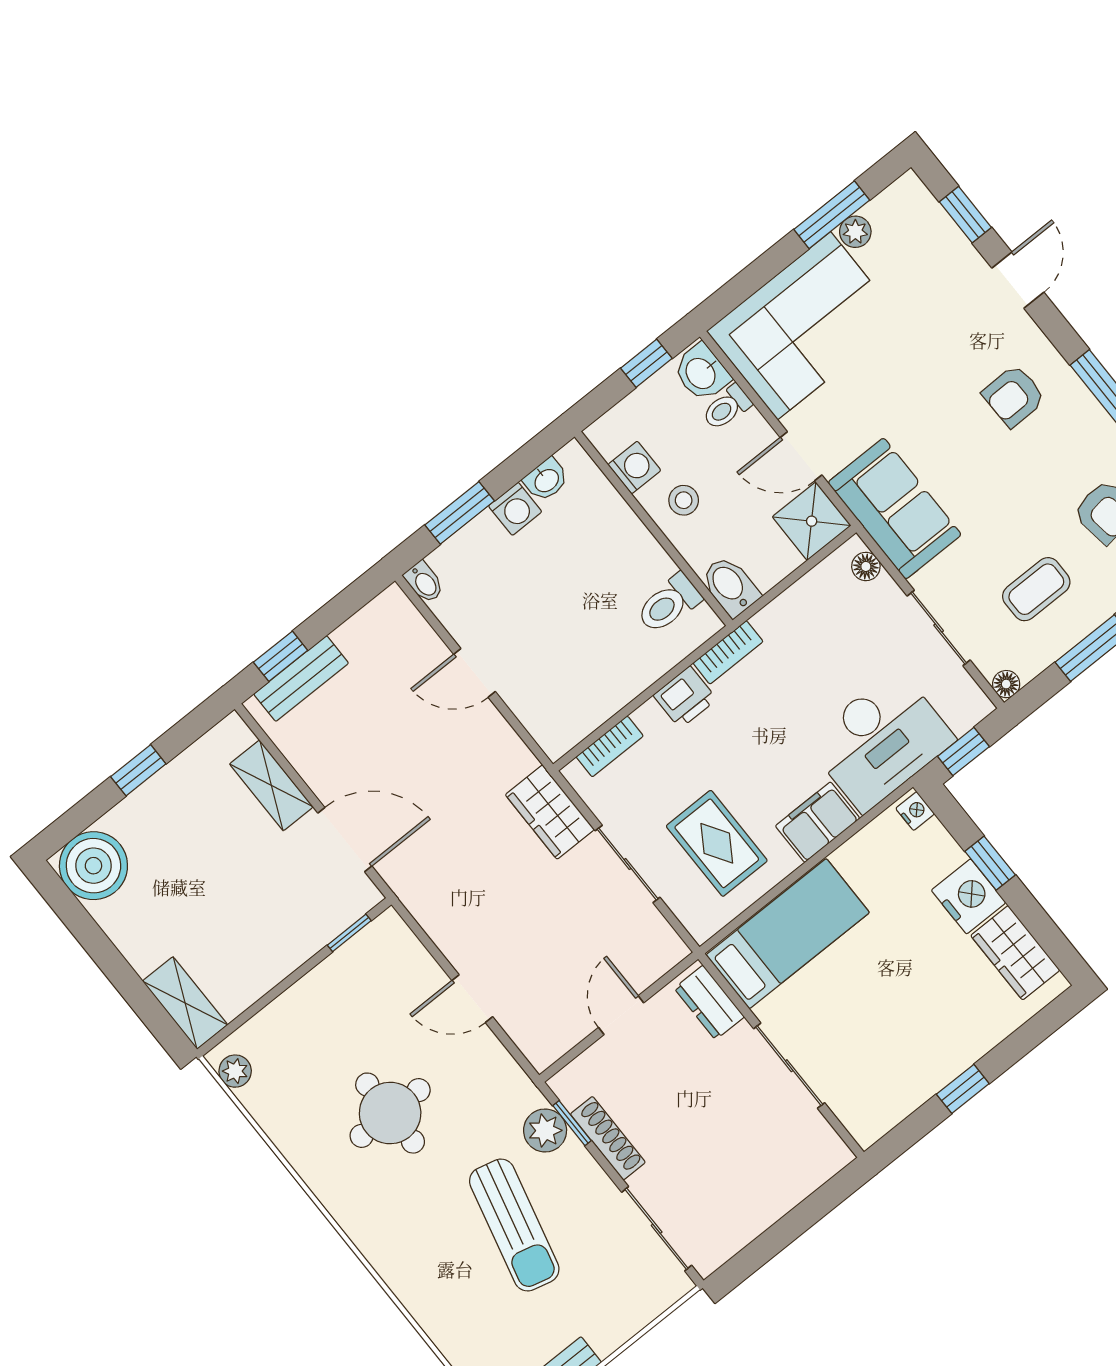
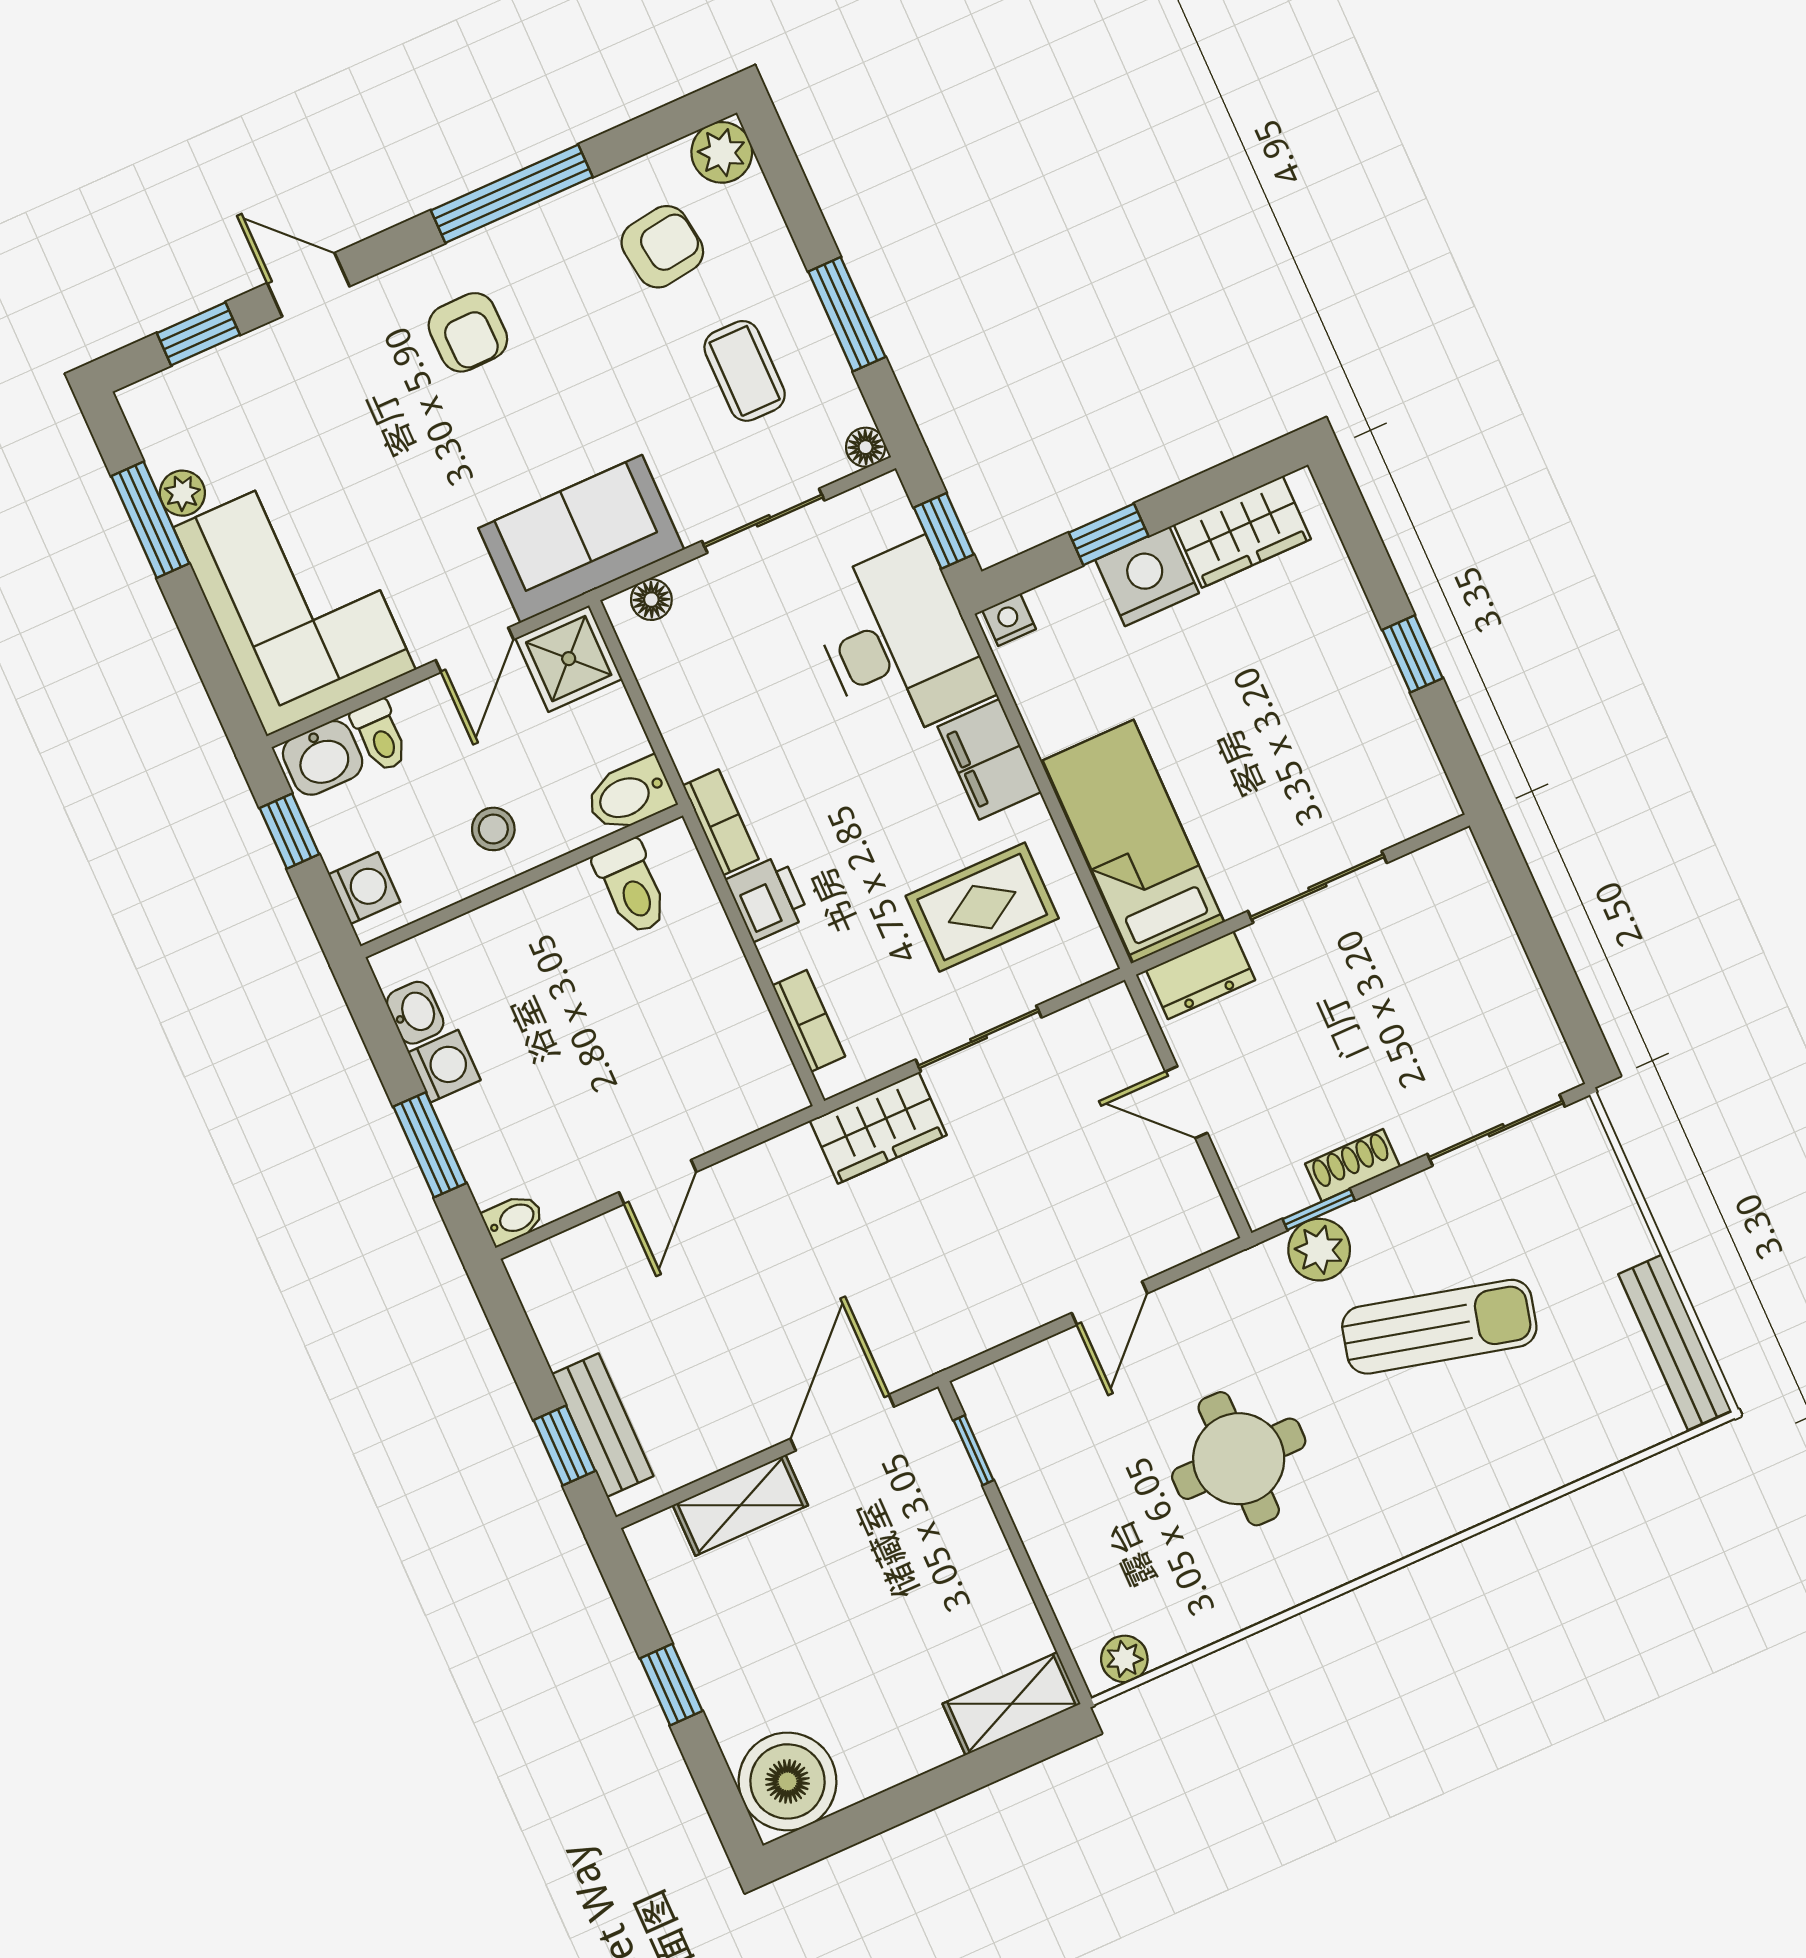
washing machine: (634, 467) -> (364, 888), moved, turned 90
shoe rack: (608, 1138) -> (1353, 1165), width x0.70

